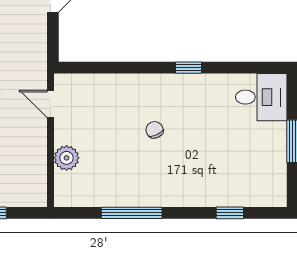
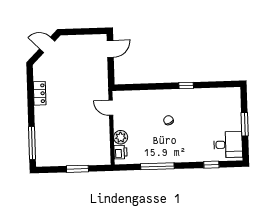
desk: (261, 97) -> (228, 145), moved
printer: (65, 185) -> (120, 152), added

